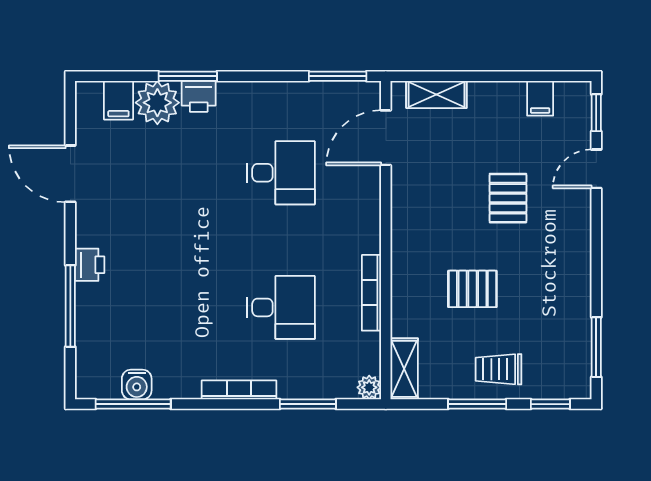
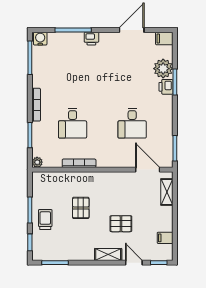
filing cabinet: (118, 100) -> (164, 39), moved
shelving: (404, 369) -> (108, 255), moved
water cooler: (137, 385) -> (40, 39), moved, turned 90

